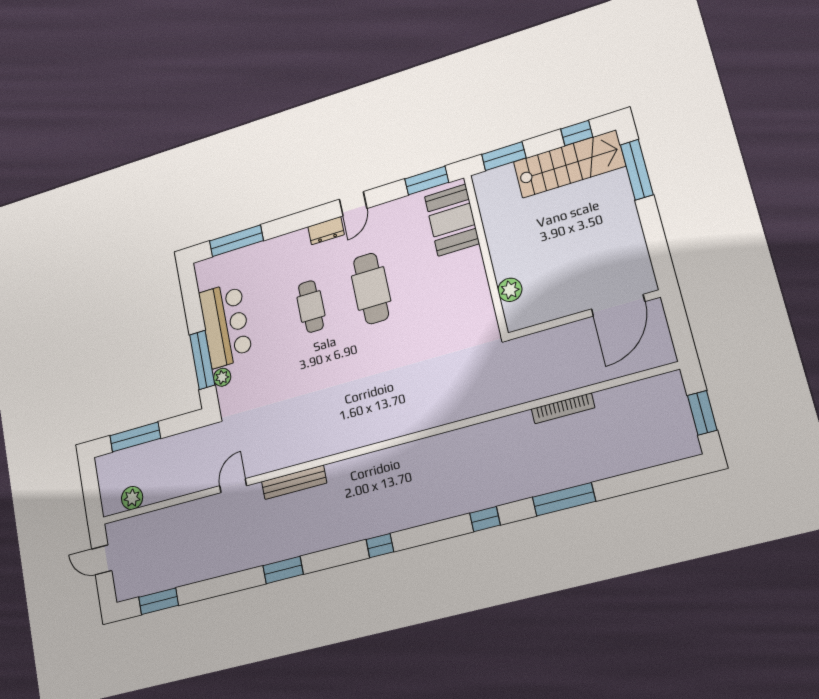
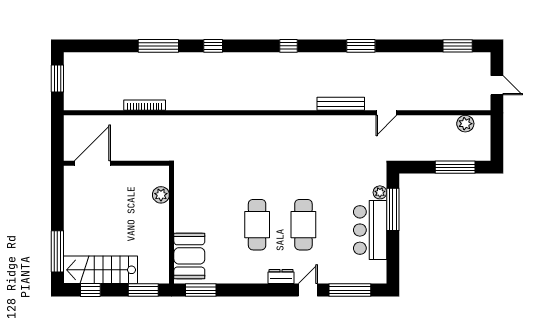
door: (353, 204) -> (308, 290), moved
cafe table: (311, 306) -> (303, 225), width x1.37, depth x1.35

